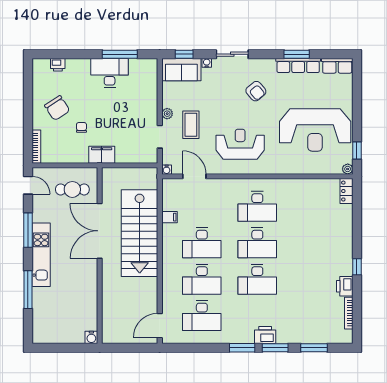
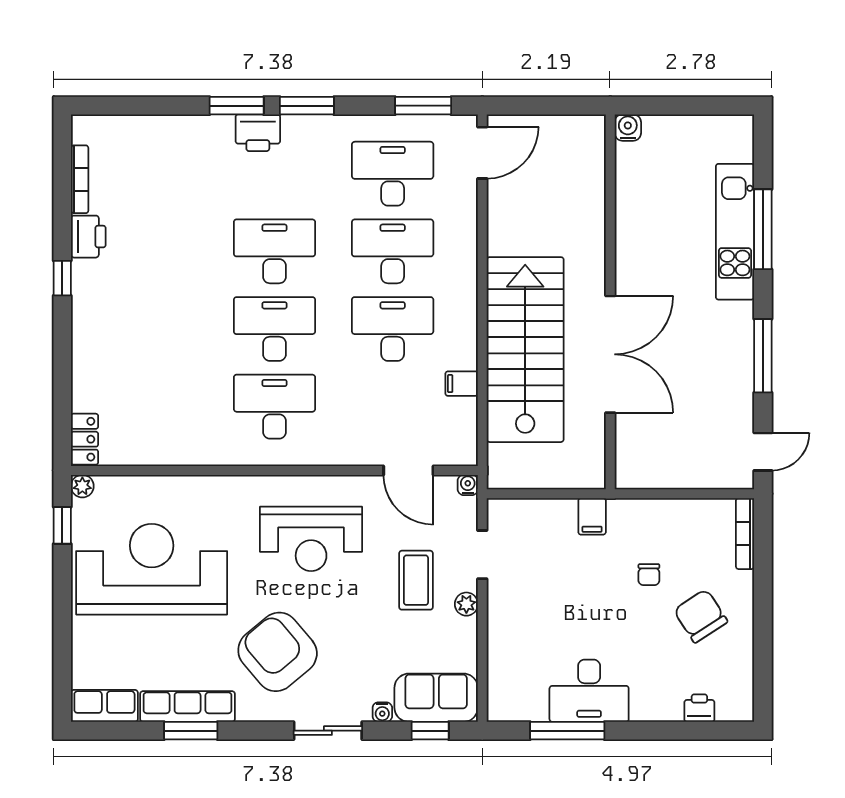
armchair: (256, 91) -> (278, 652), width x1.88, depth x1.88
filing cabinet: (102, 155) -> (592, 516), width x0.50
door: (28, 185) -> (763, 452), swing flipped
cafe table: (72, 189) -> (668, 443), removed
kitchen unit: (41, 255) -> (735, 232), moved
window: (314, 348) -> (423, 106), moved

